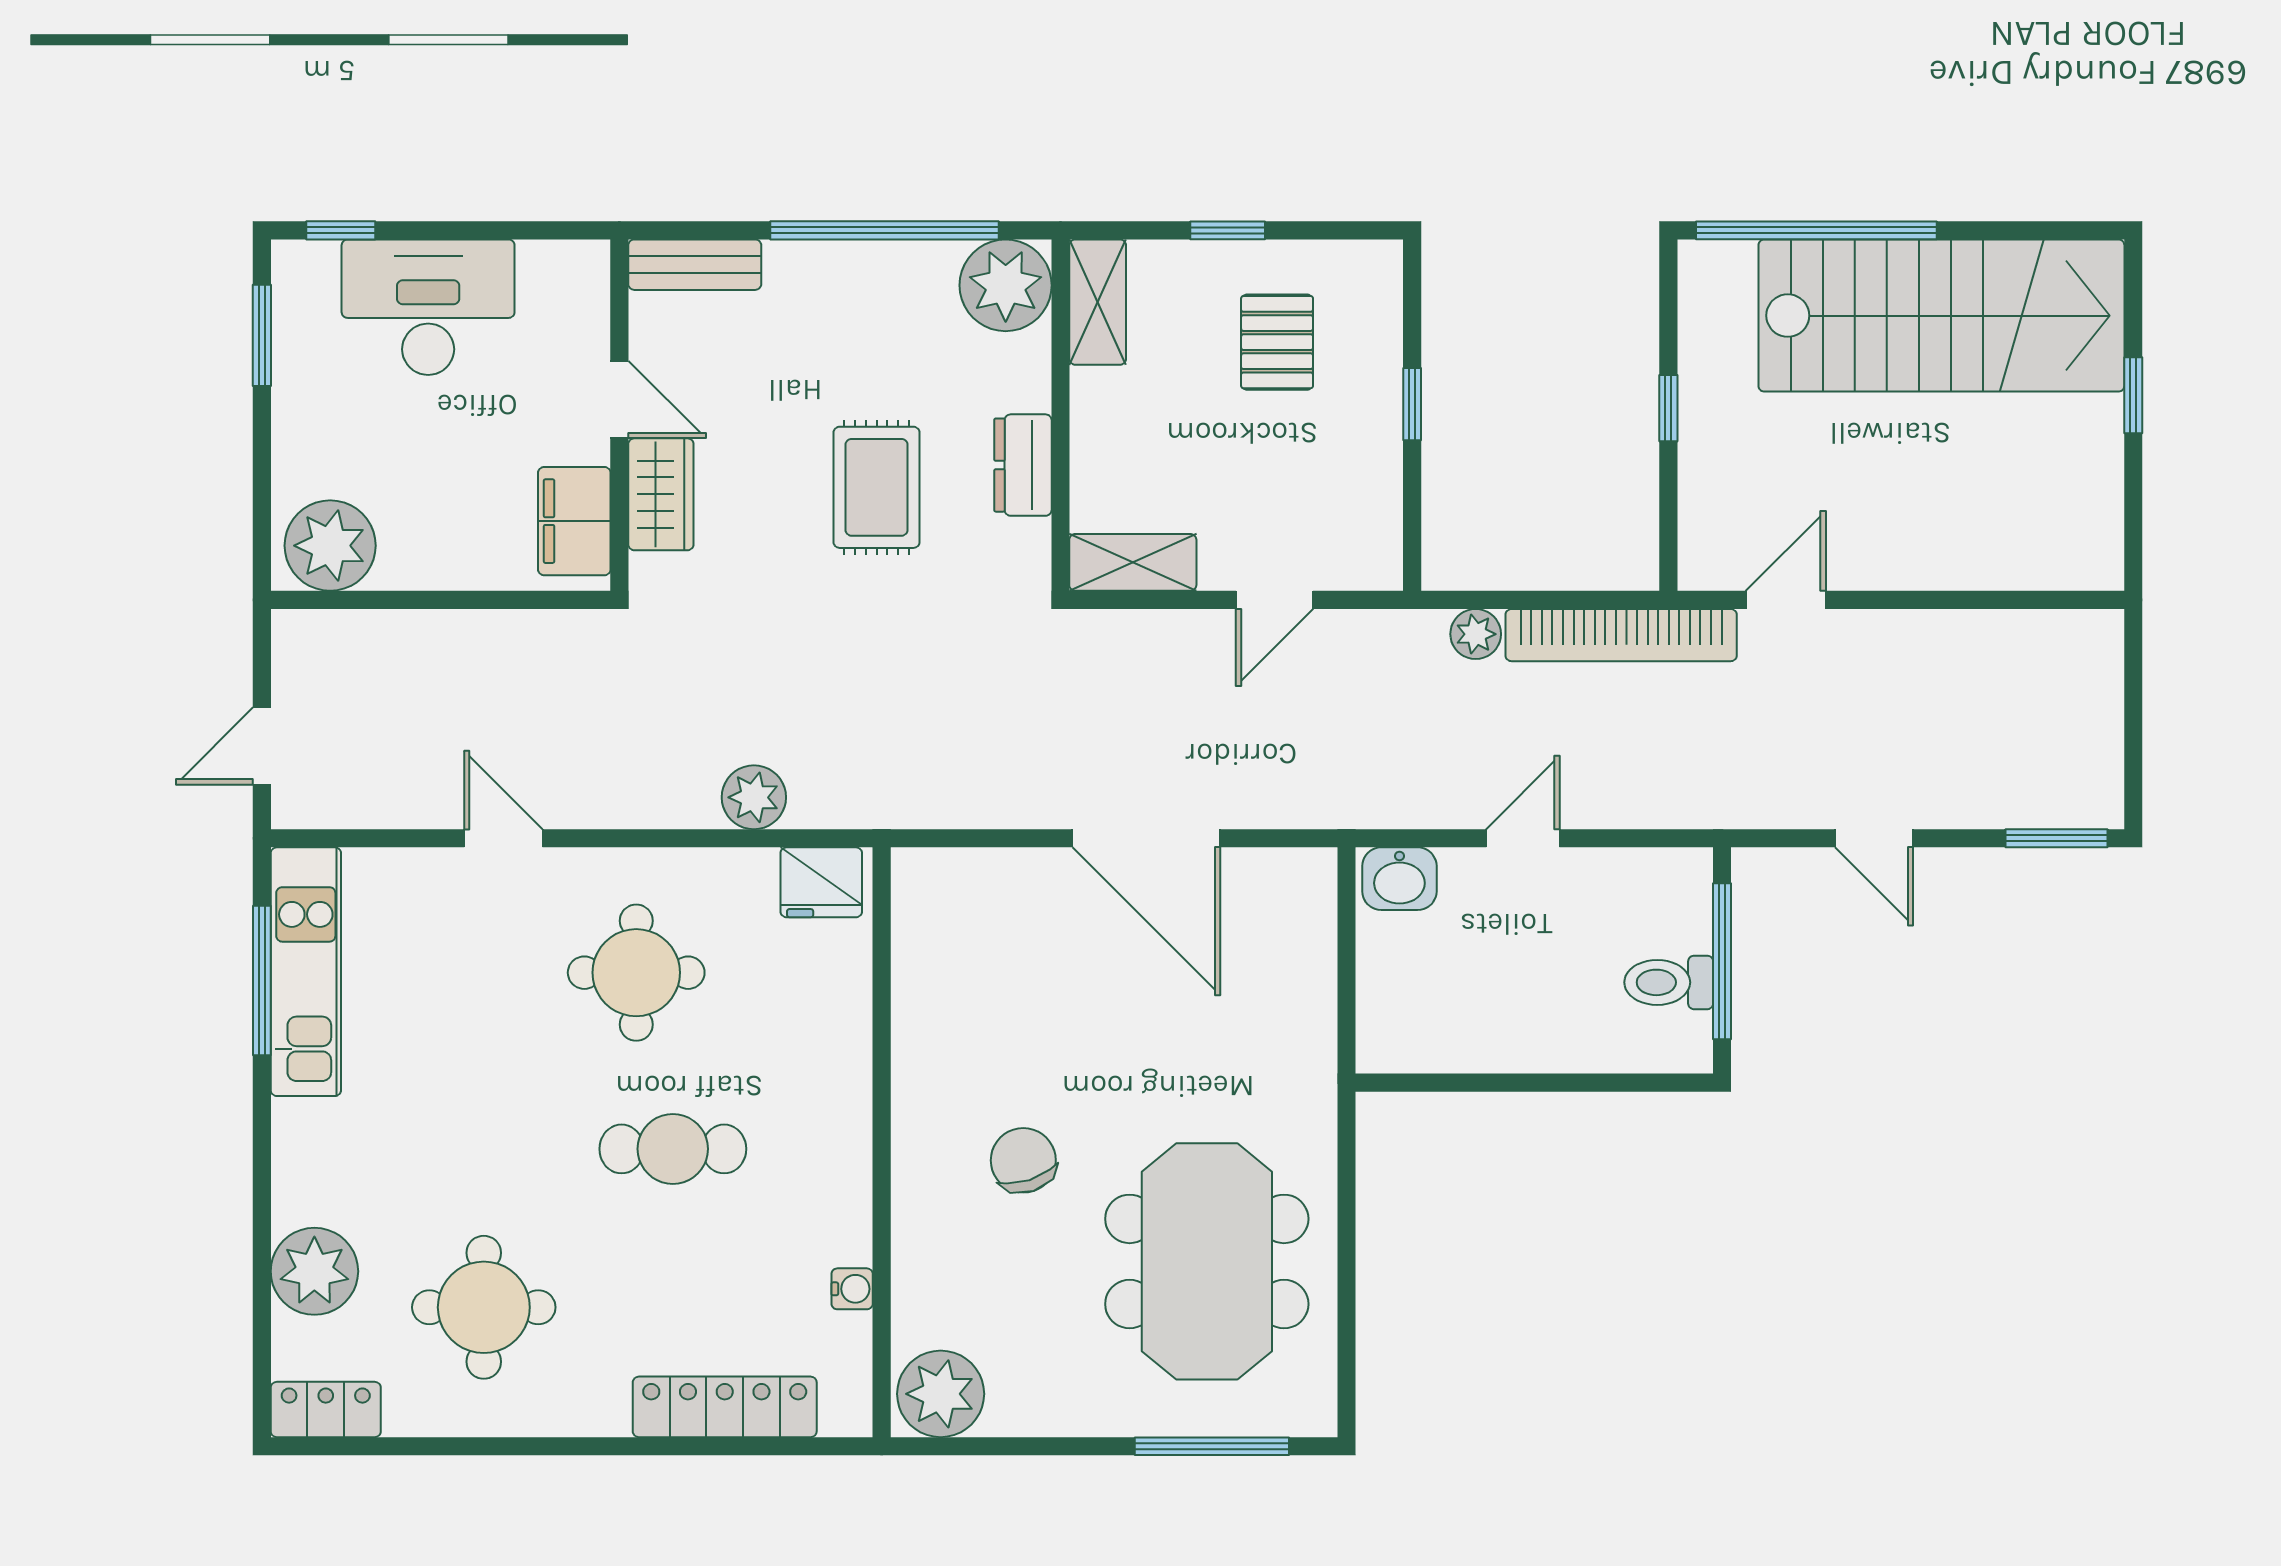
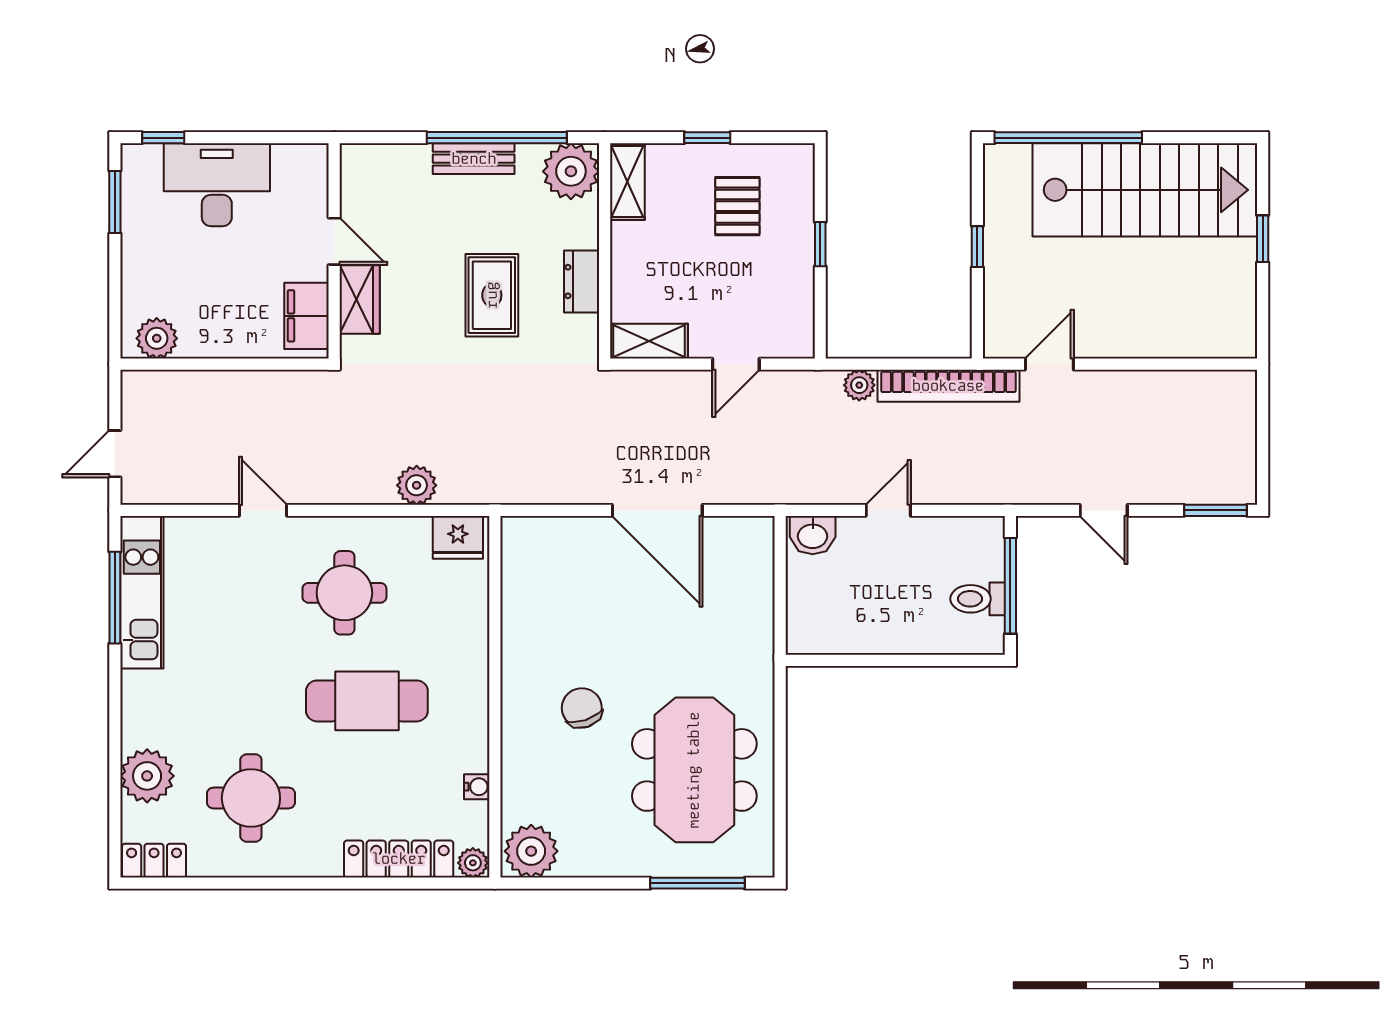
bench: (695, 265) -> (474, 159), moved
plant: (330, 546) -> (157, 338), width x0.73, depth x0.73
cafe table: (673, 1149) -> (367, 701), width x1.37, depth x1.35
plant: (846, 1413) -> (473, 863), added

